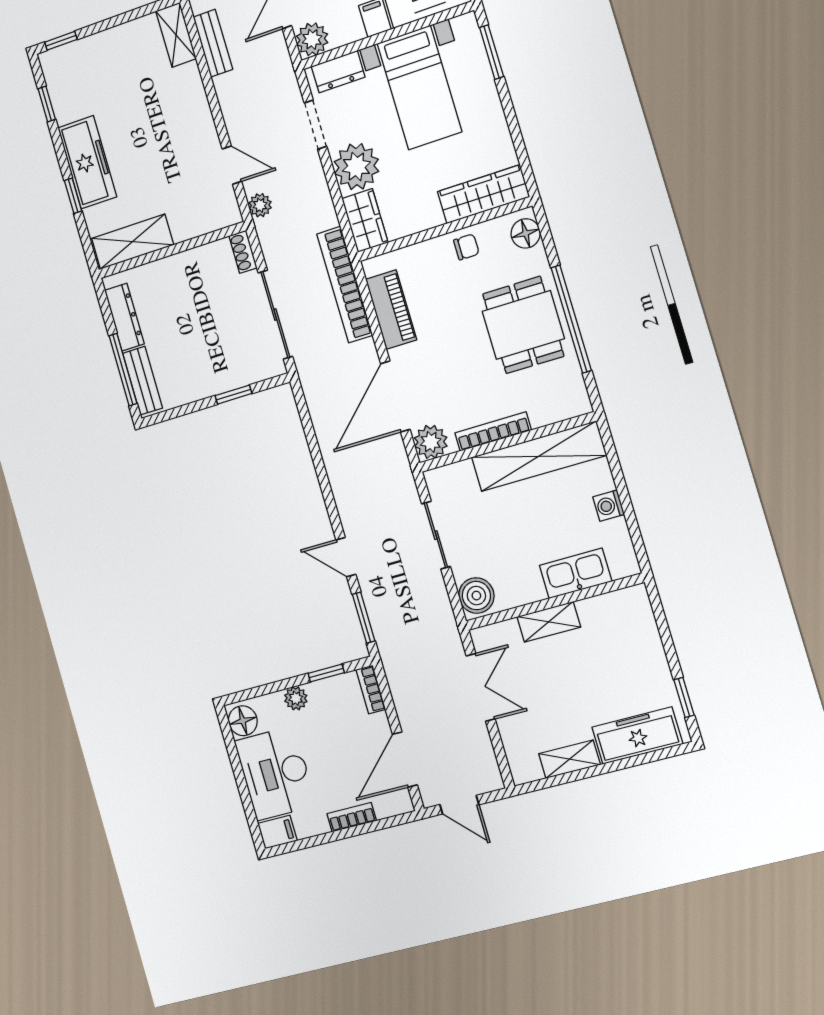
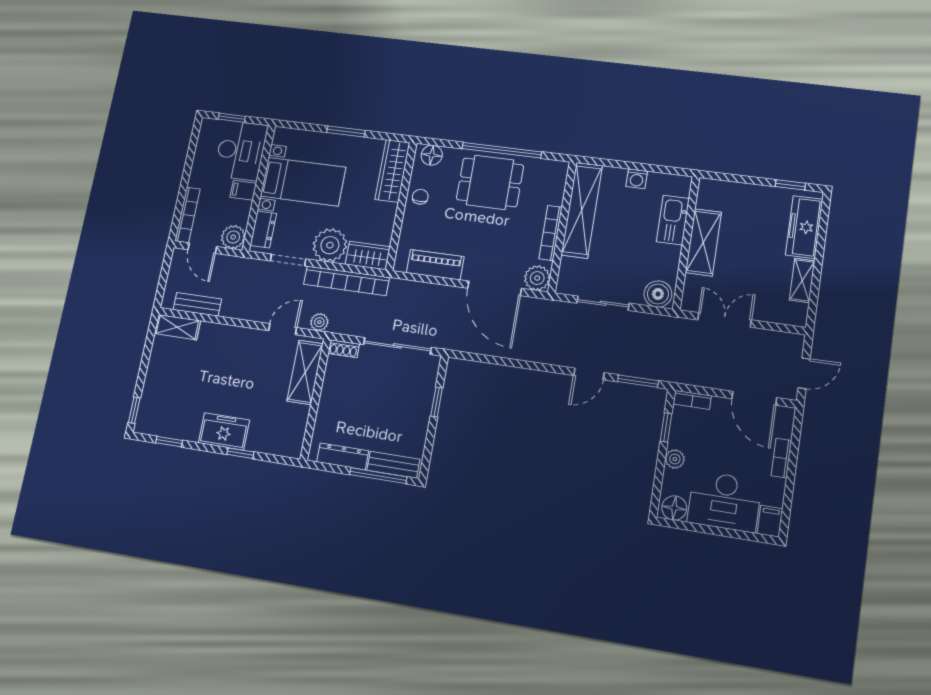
window: (492, 52) -> (346, 131), moved
freezer: (87, 162) -> (224, 431), width x0.71
shelving: (133, 242) -> (305, 372), moved
bookcase: (345, 285) -> (346, 281), moved
shelving: (549, 622) -> (703, 242), width x1.50, depth x1.33

